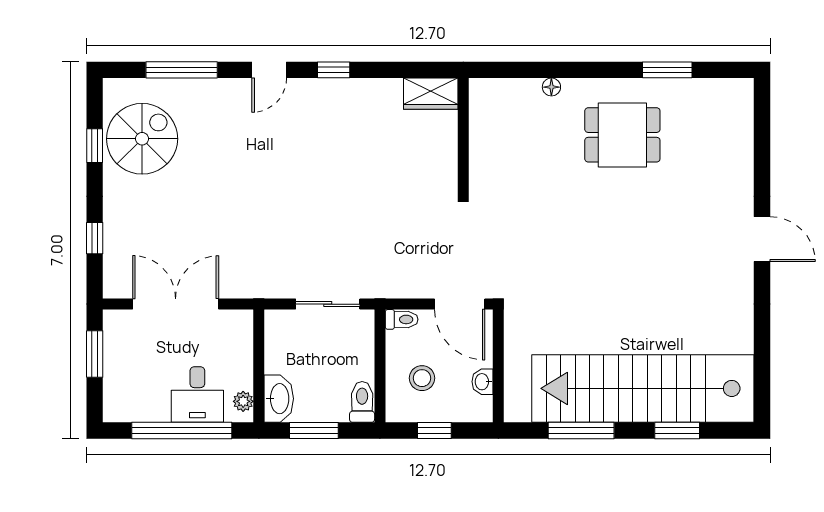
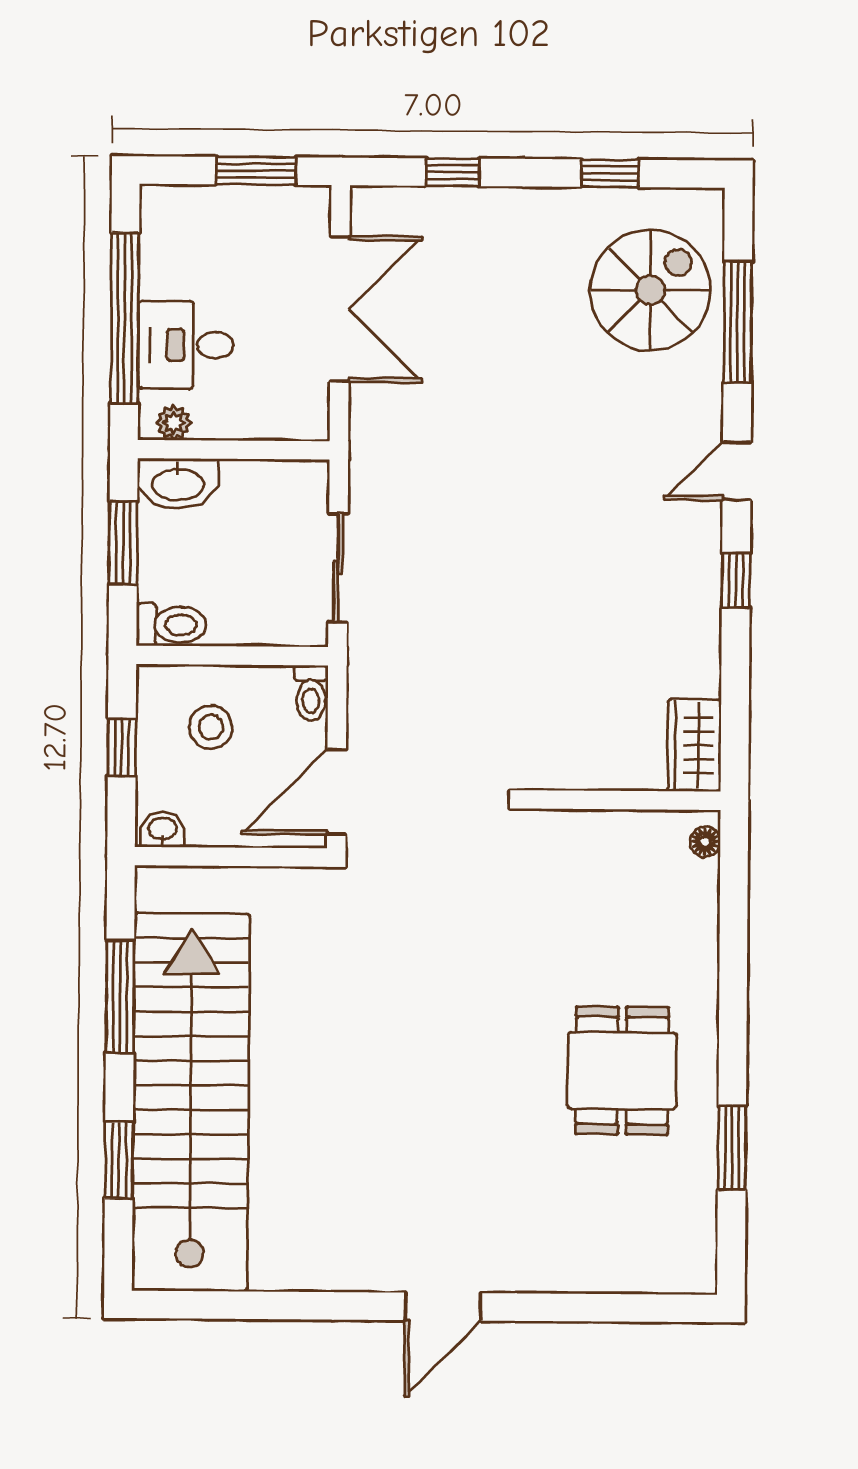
door: (269, 70) -> (737, 471), hinge flipped
floor lamp: (551, 87) -> (705, 842), moved
spiral stairs: (142, 139) -> (650, 290), moved, turned -90
washbasin: (482, 382) -> (163, 829), moved

